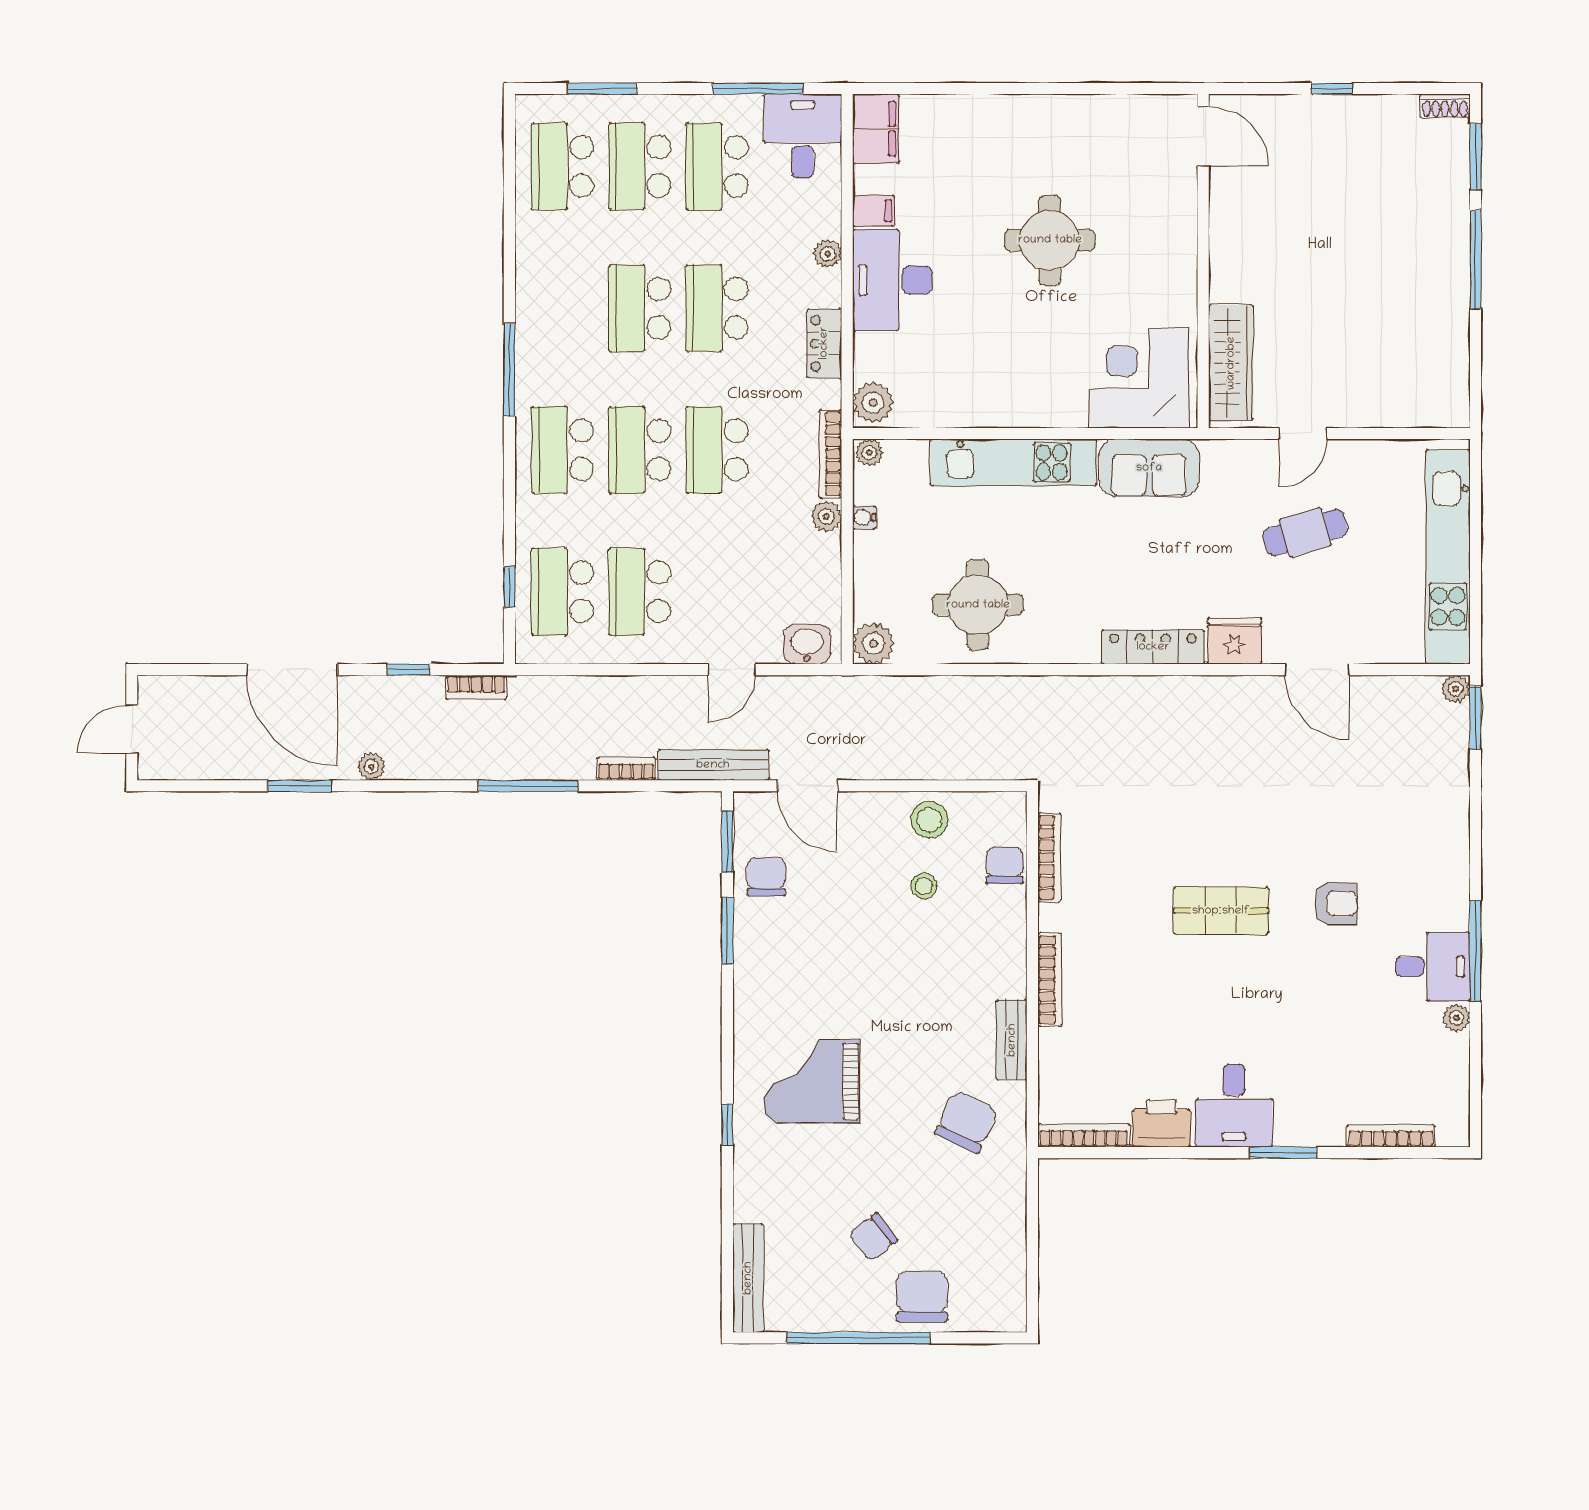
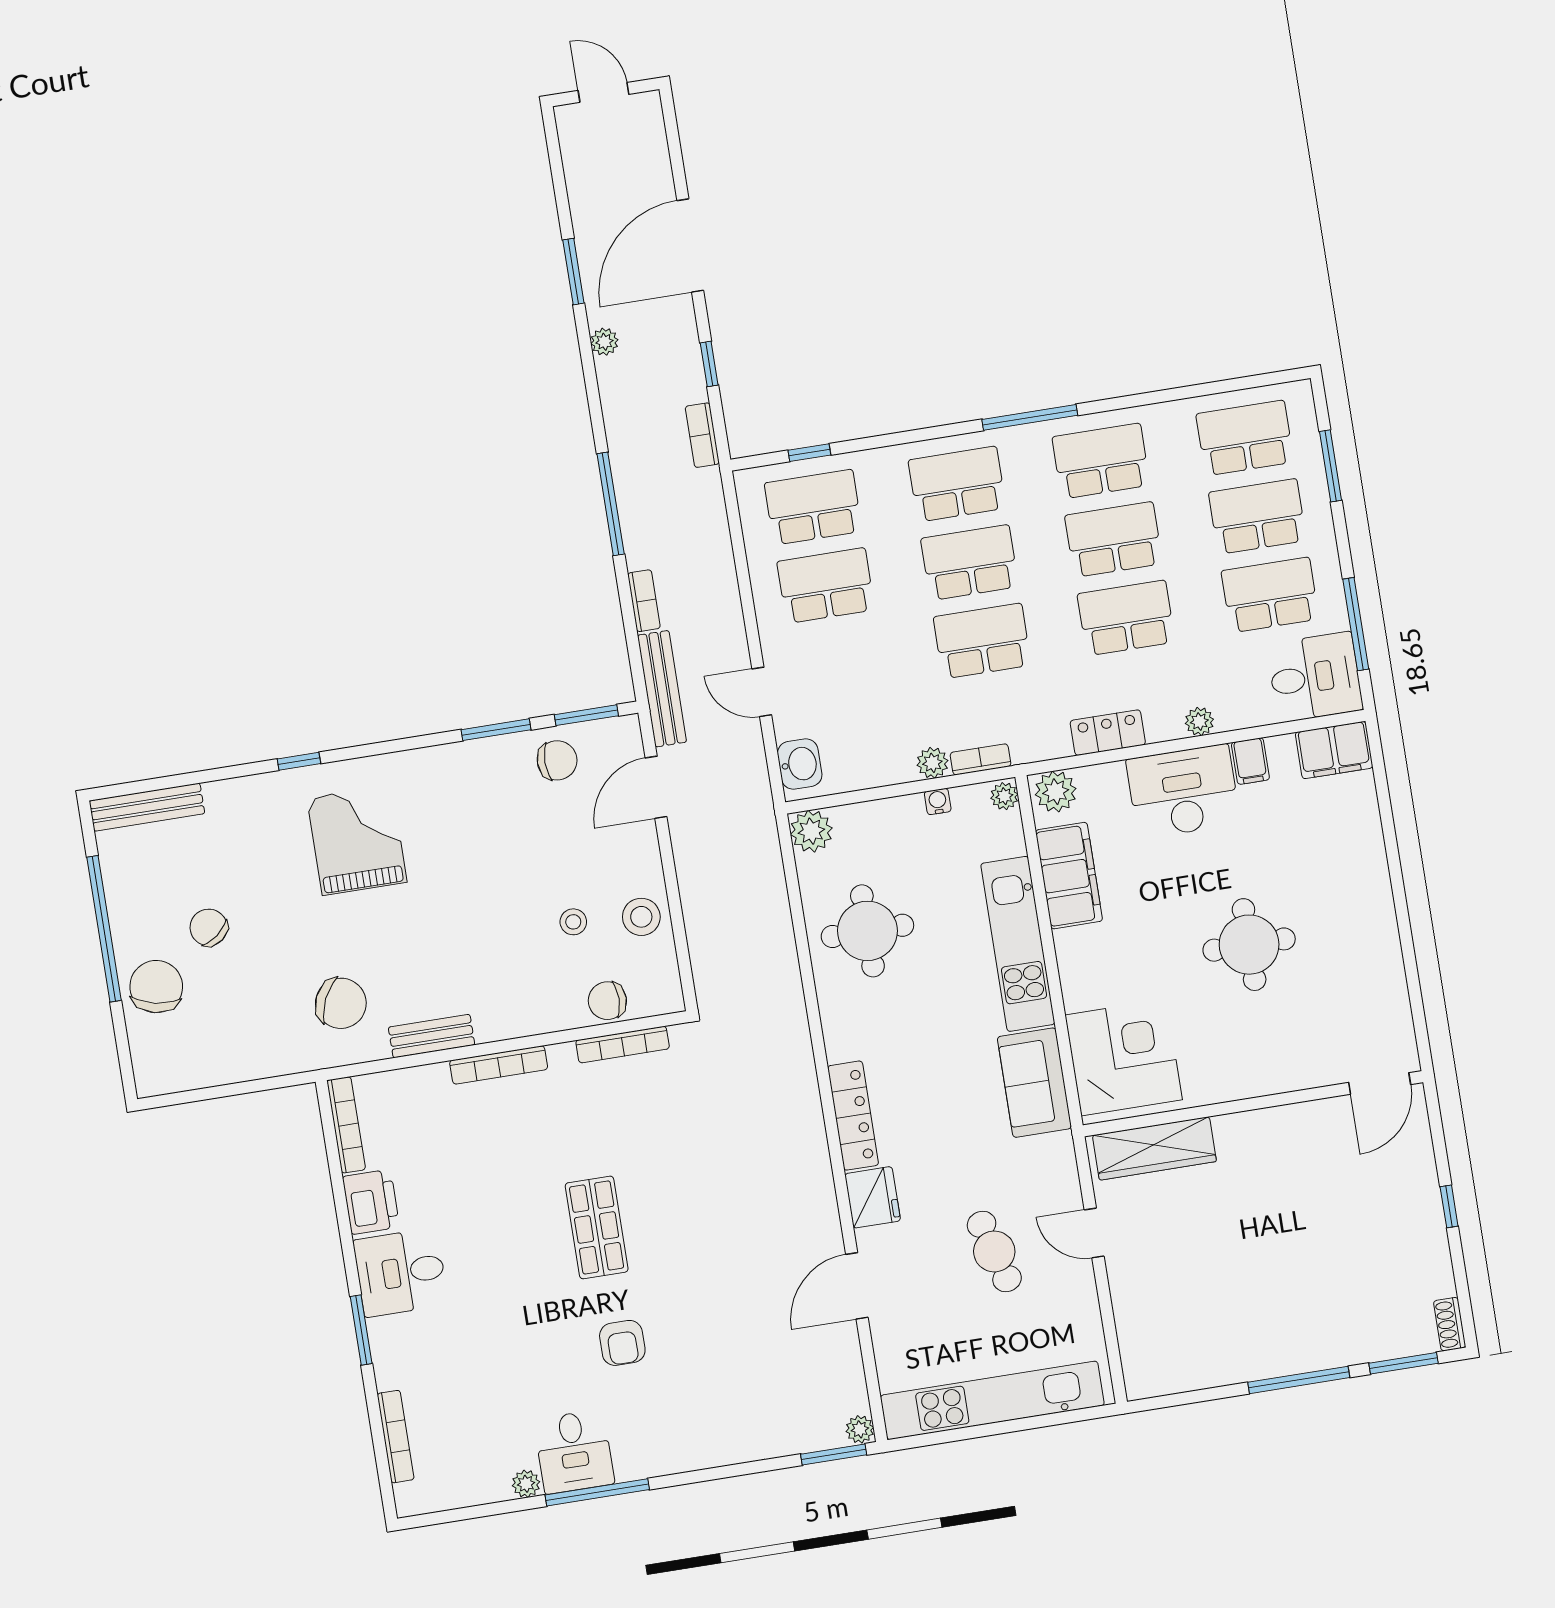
school desk: (562, 308) -> (1101, 461), added
filing cabinet: (956, 403) -> (1069, 876), added
bookcase: (830, 454) -> (981, 759), width x0.64
chair: (1005, 865) -> (607, 1001), turned 180
chair: (922, 1297) -> (156, 987), turned -78

